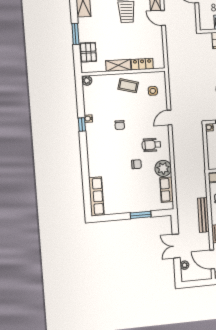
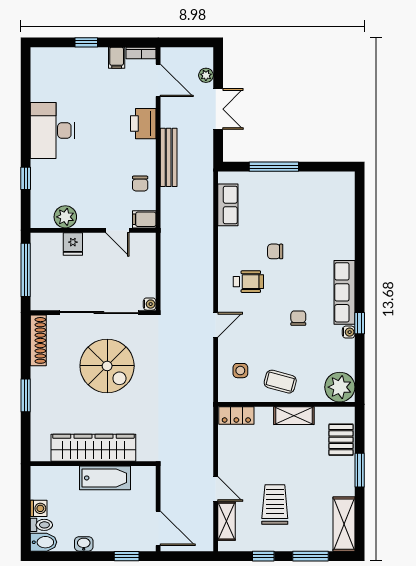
locker: (142, 64) -> (236, 416), moved
plant: (87, 80) -> (340, 387), width x1.87, depth x1.87
plant: (163, 168) -> (231, 241), removed
row of seats: (96, 196) -> (344, 292), moved
window: (141, 215) -> (274, 167), width x1.44

